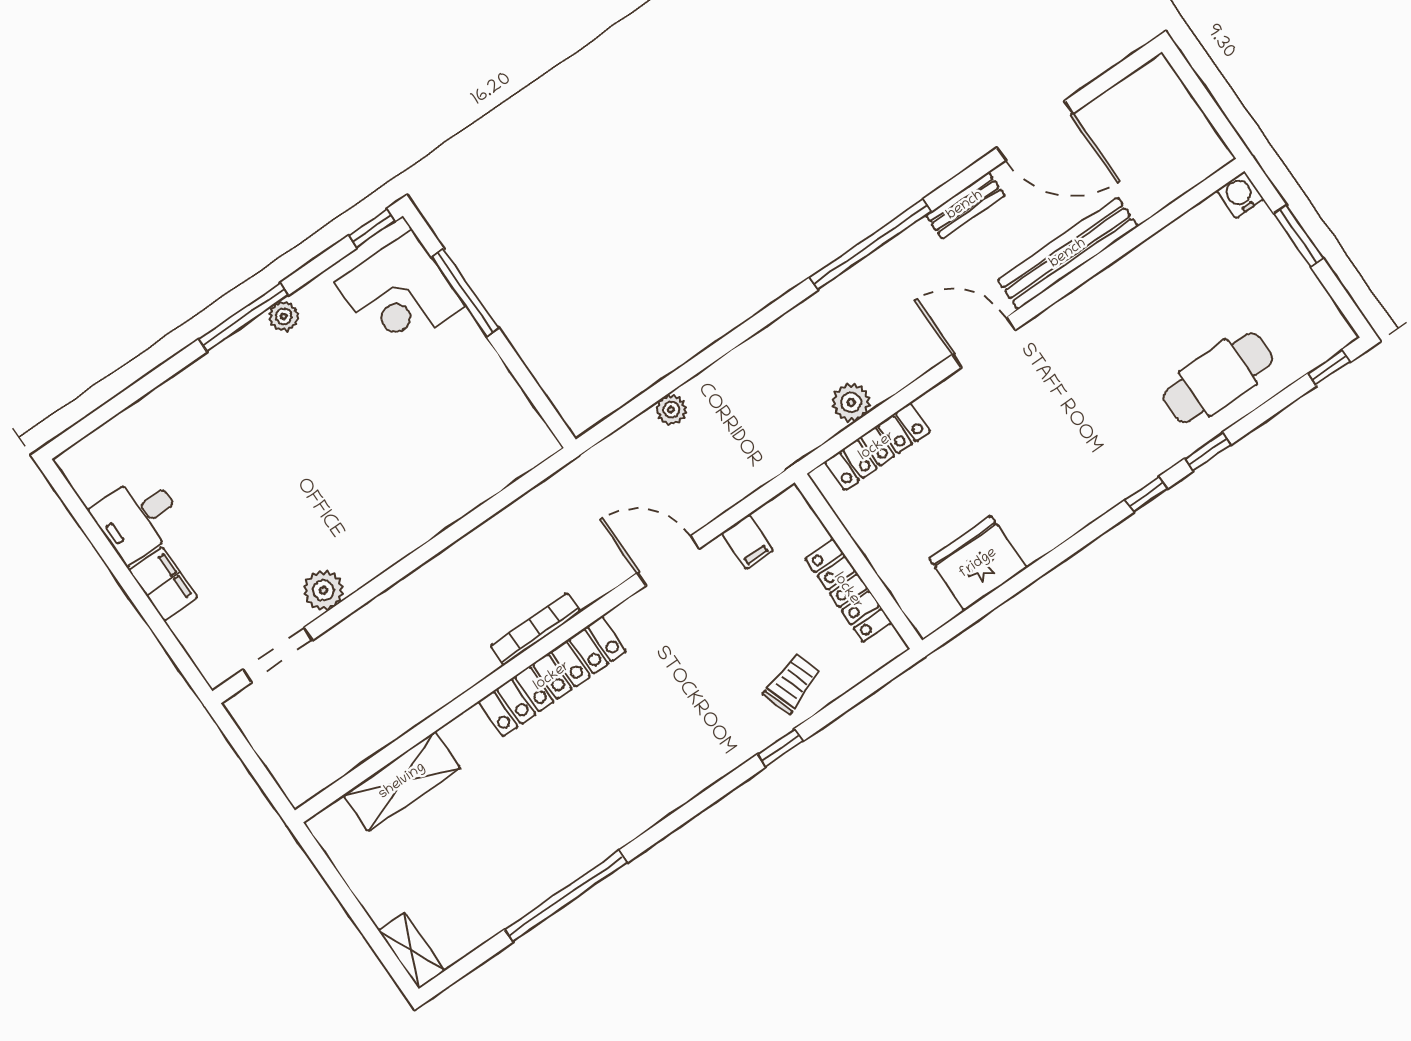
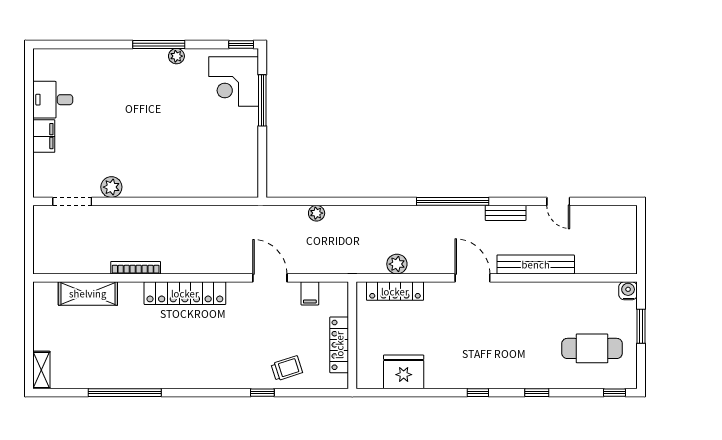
door: (1035, 131) -> (558, 201), width x0.53
cafe table: (1218, 378) -> (592, 348), moved
window: (1146, 494) -> (478, 393), moved
bookcase: (536, 629) -> (136, 268), moved

